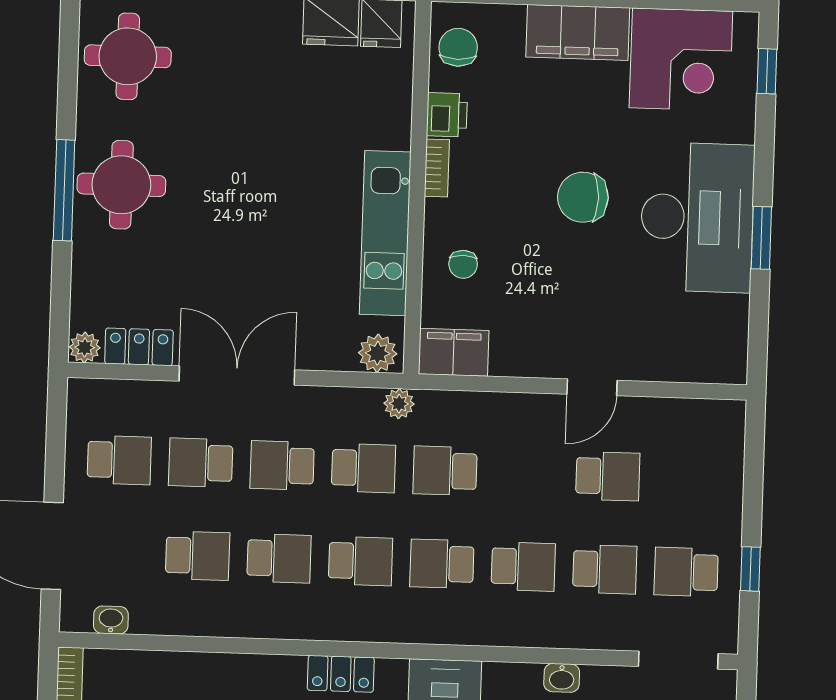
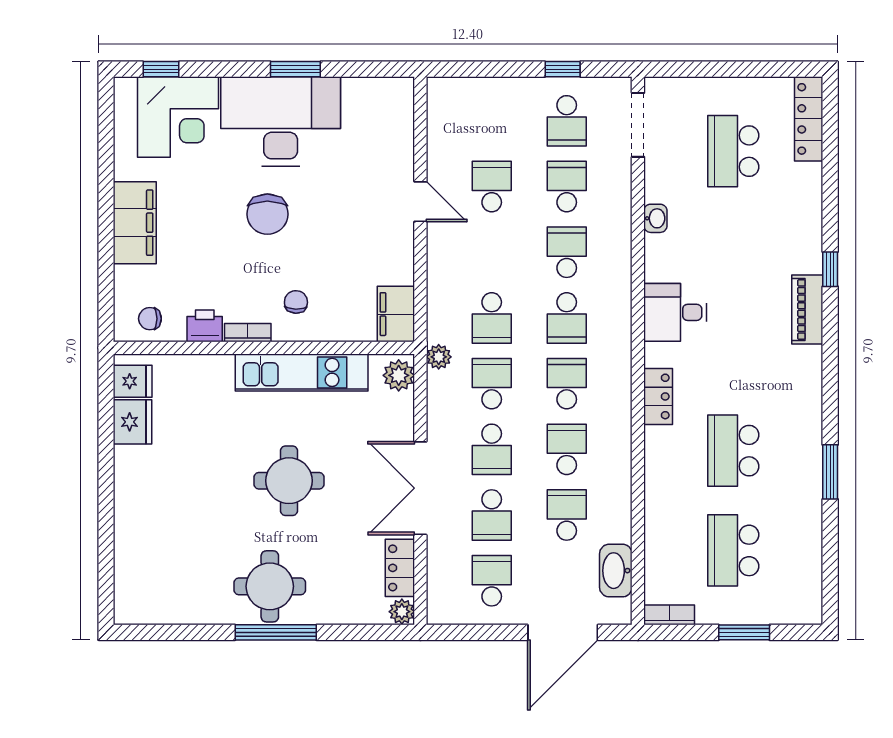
chair: (458, 47) -> (150, 319), width x0.73, depth x0.73
round table: (128, 56) -> (289, 481), moved
corner desk: (681, 59) -> (178, 117), moved, turned 90
chair: (463, 264) -> (296, 302), moved, turned -88
washbasin: (111, 620) -> (616, 571), width x1.91, depth x1.45

